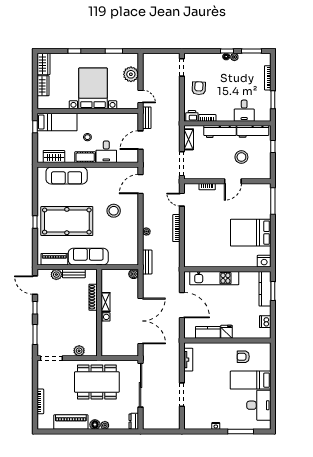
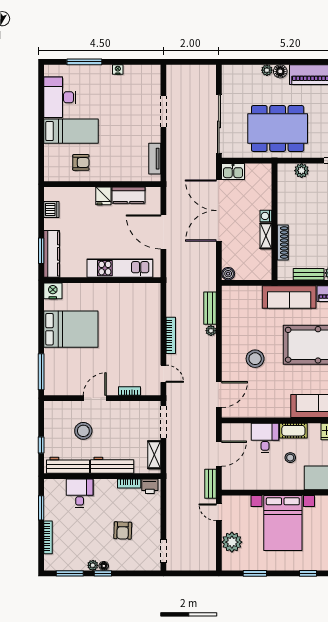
armchair: (199, 88) -> (123, 530), moved
bench: (147, 262) -> (210, 308), moved
kitchen sink: (130, 350) -> (233, 172), added
dresser: (134, 421) -> (228, 76), removed

